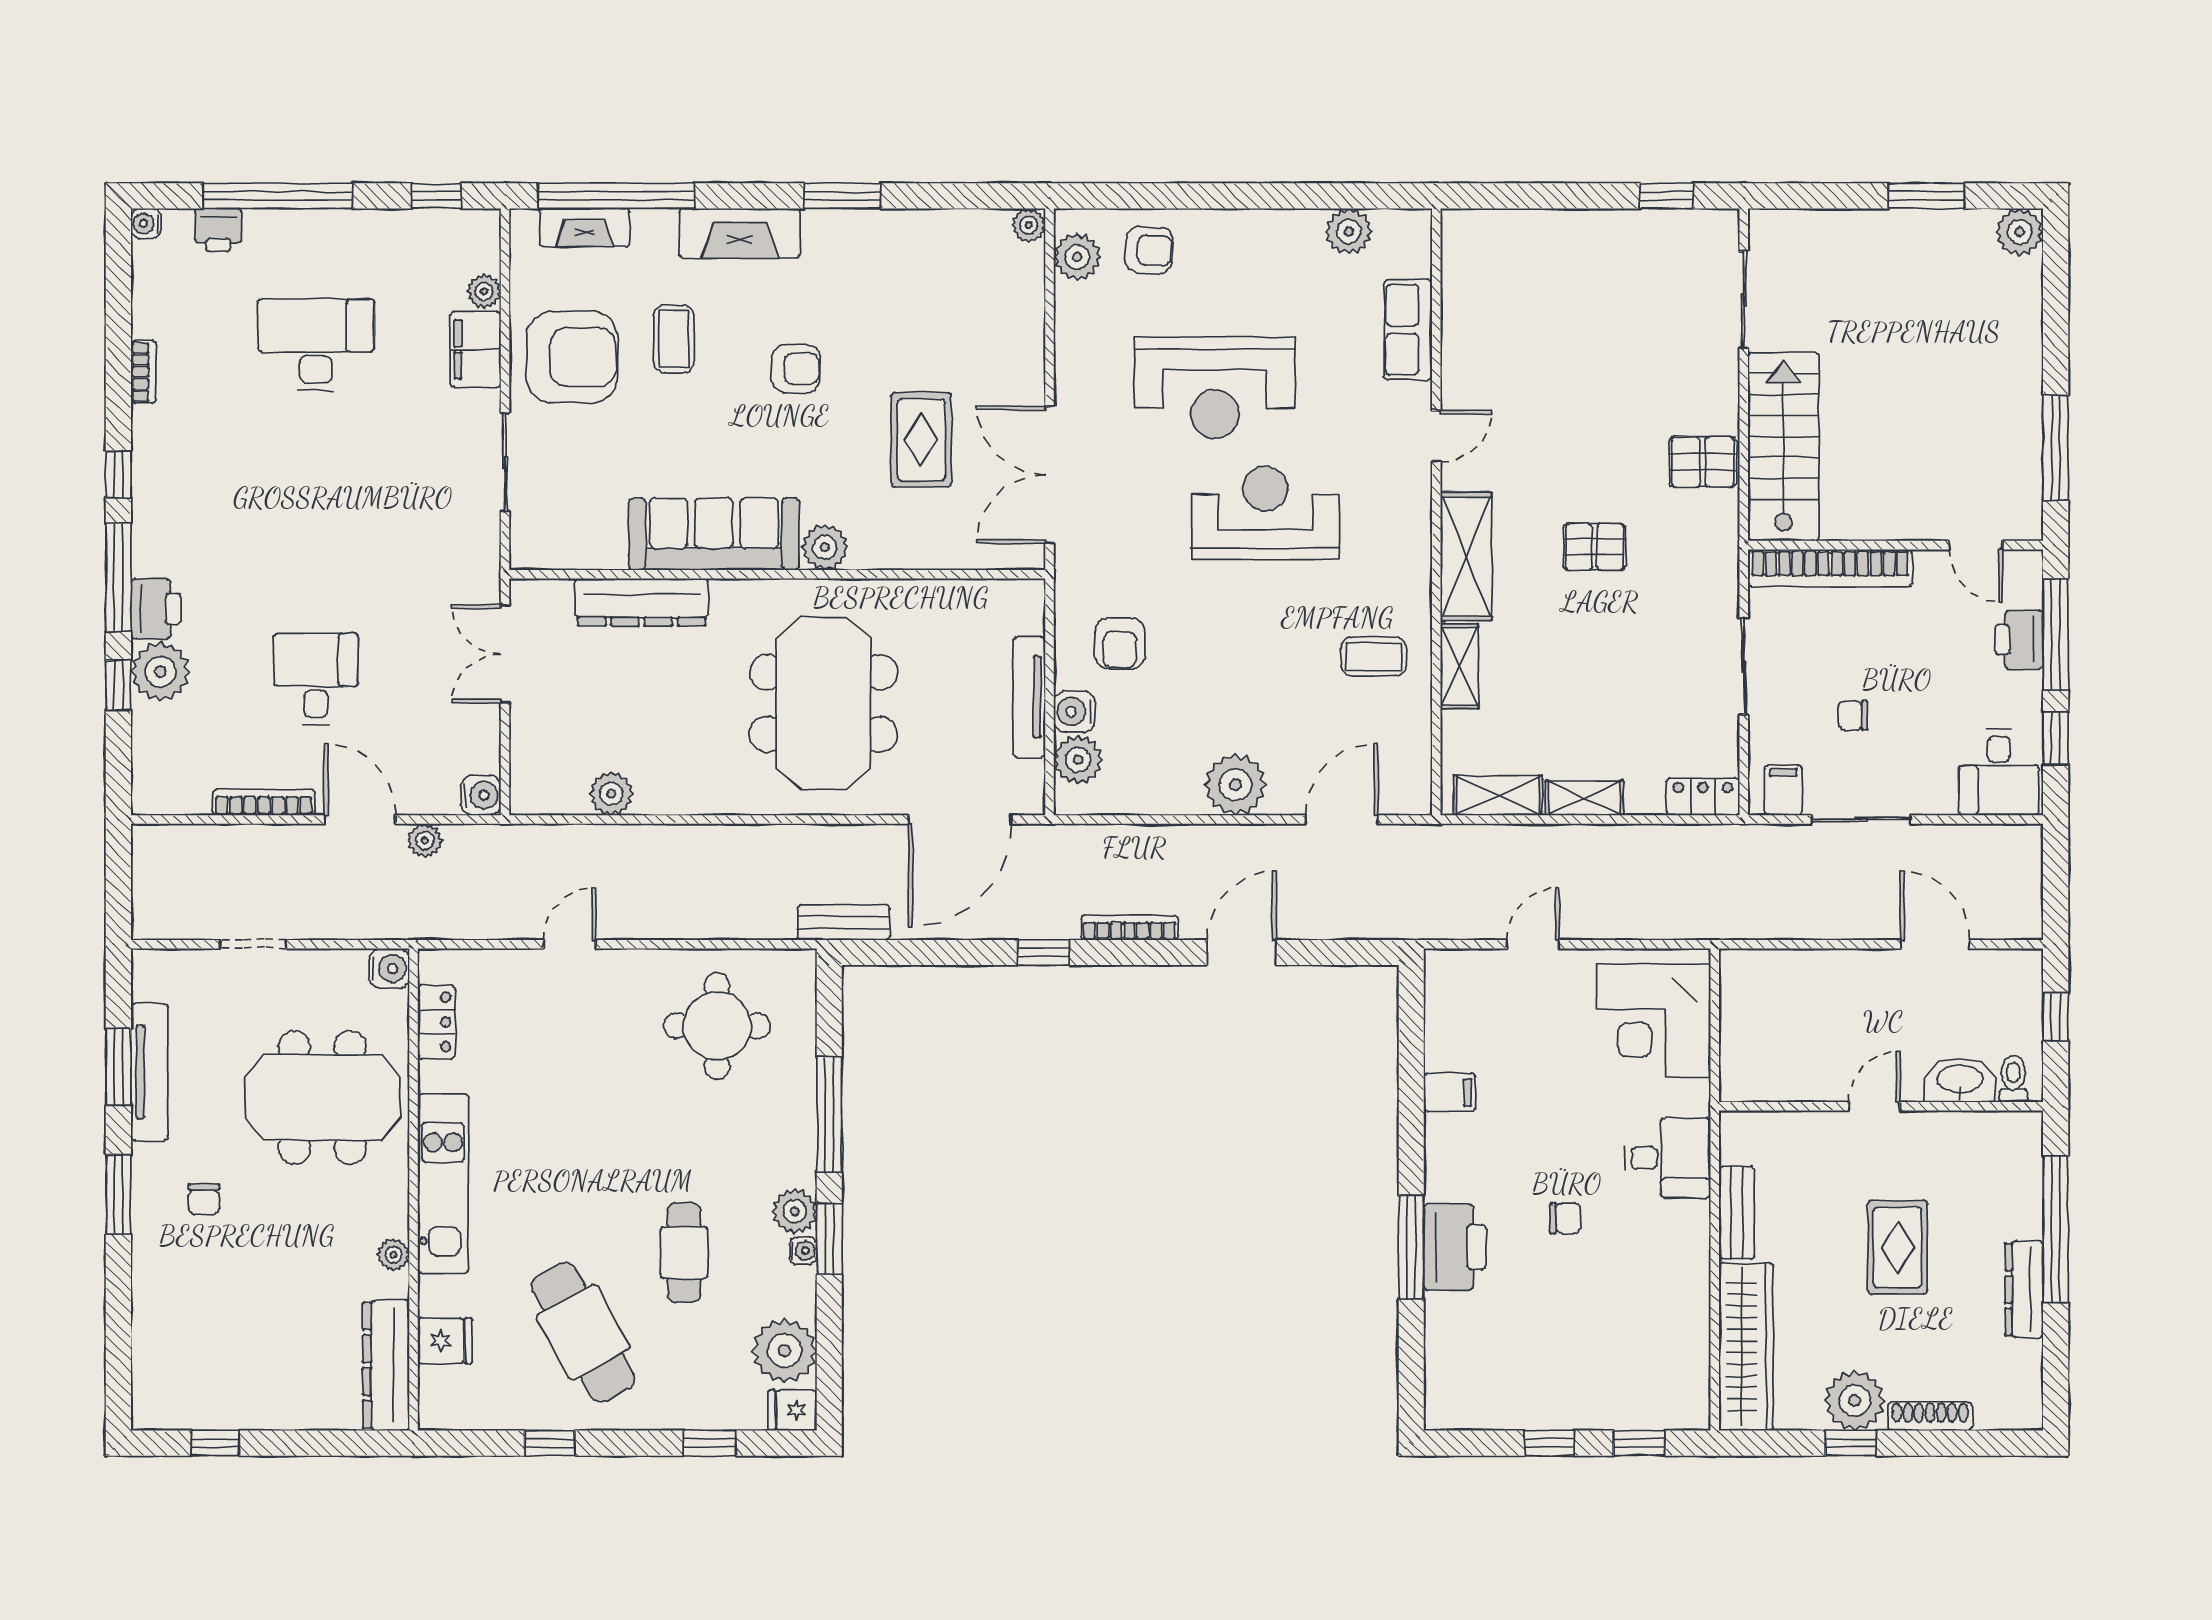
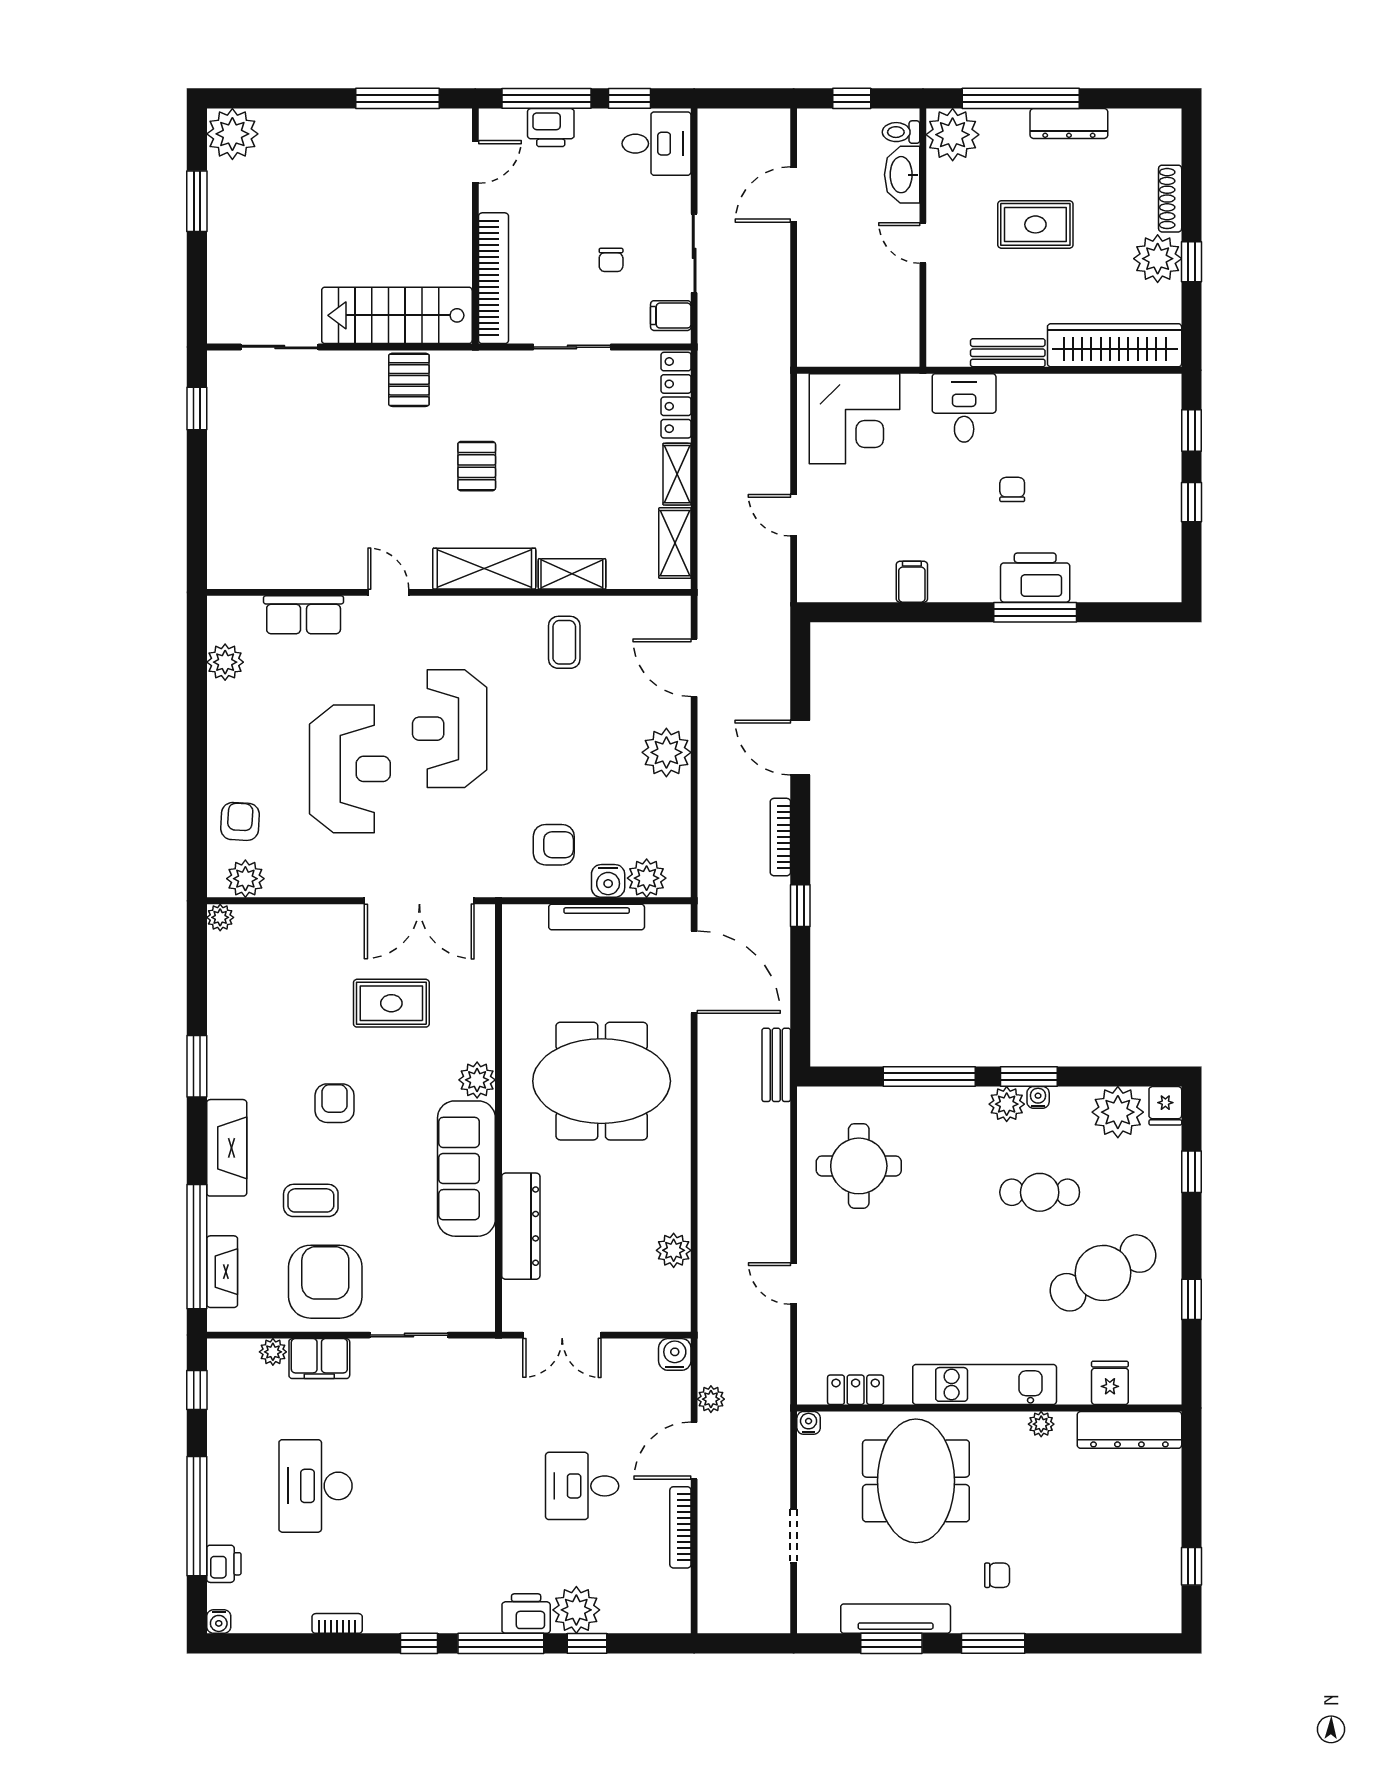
plant: (2020, 232) -> (232, 134), width x1.36, depth x1.36
locker: (1703, 797) -> (676, 395), width x1.53
water cooler: (389, 968) -> (809, 1423), width x0.72, depth x0.72
plant: (2010, 1143) -> (953, 135), added

